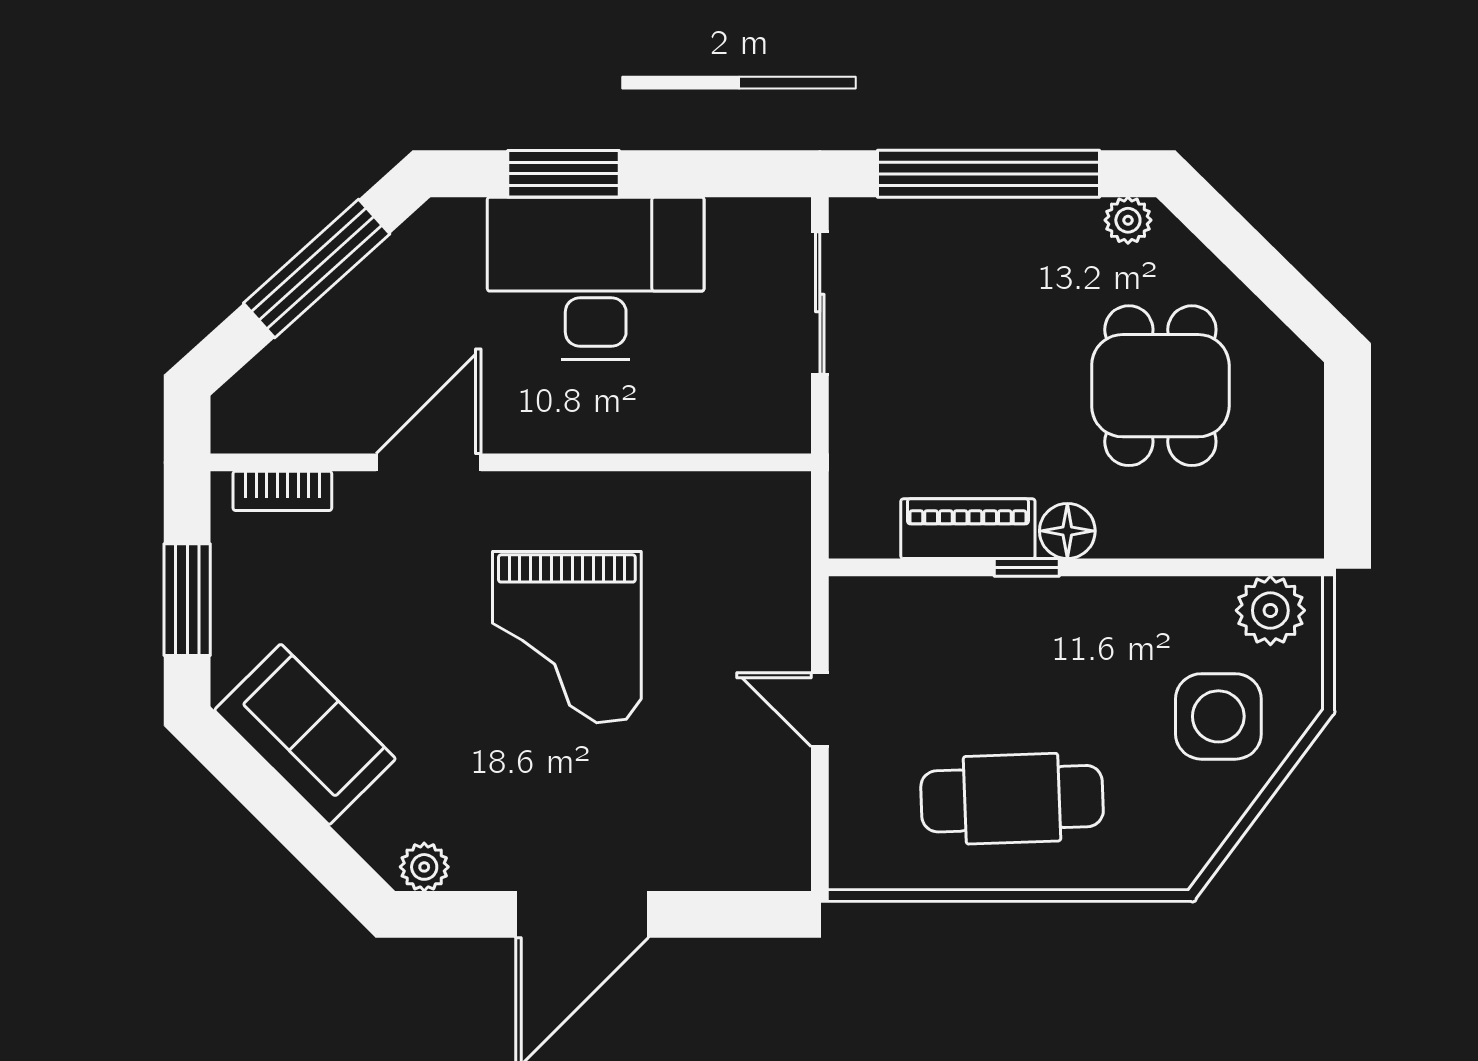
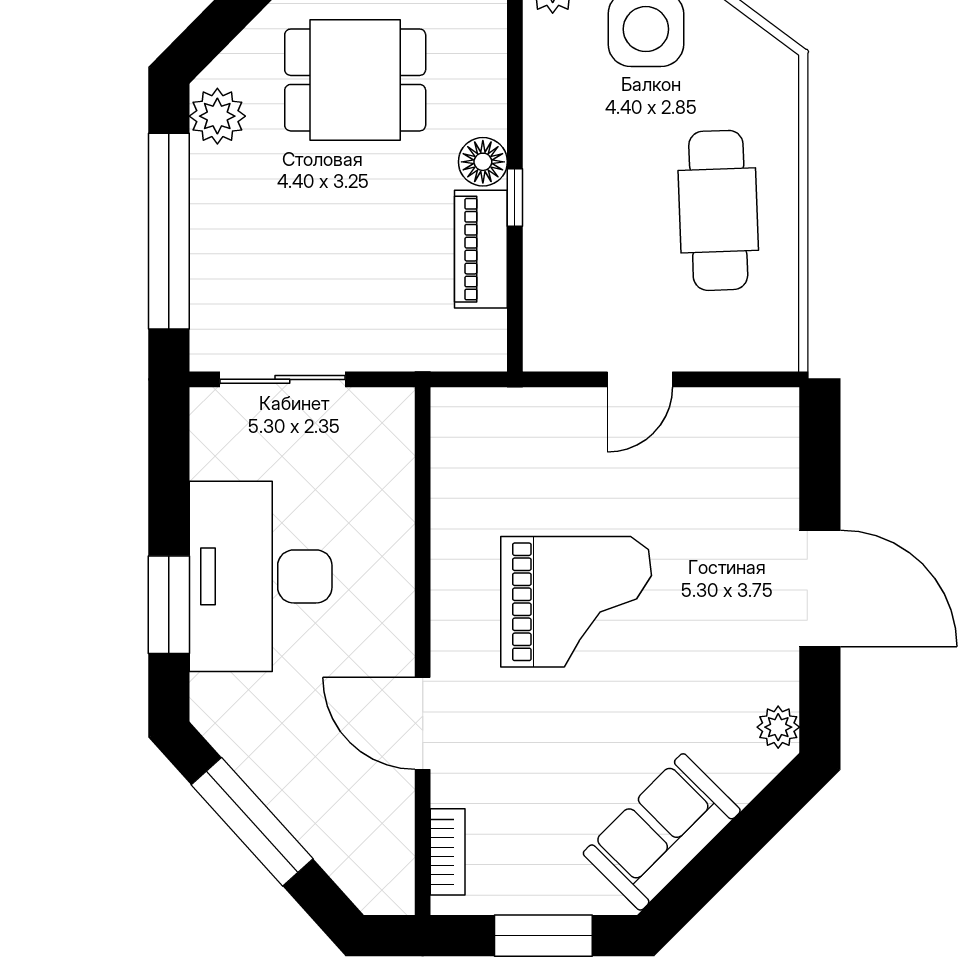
plant: (1128, 220) -> (217, 116), width x1.38, depth x1.38

